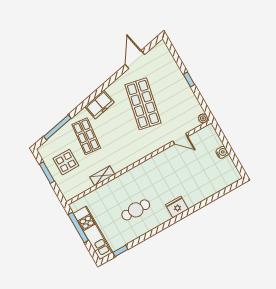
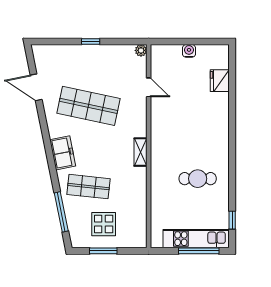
door: (180, 139) -> (149, 87), hinge flipped
shelving: (102, 176) -> (141, 152), moved
fridge: (177, 207) -> (220, 81), moved
cafe table: (136, 210) -> (198, 179), turned 90
window: (78, 227) -> (199, 251), moved

